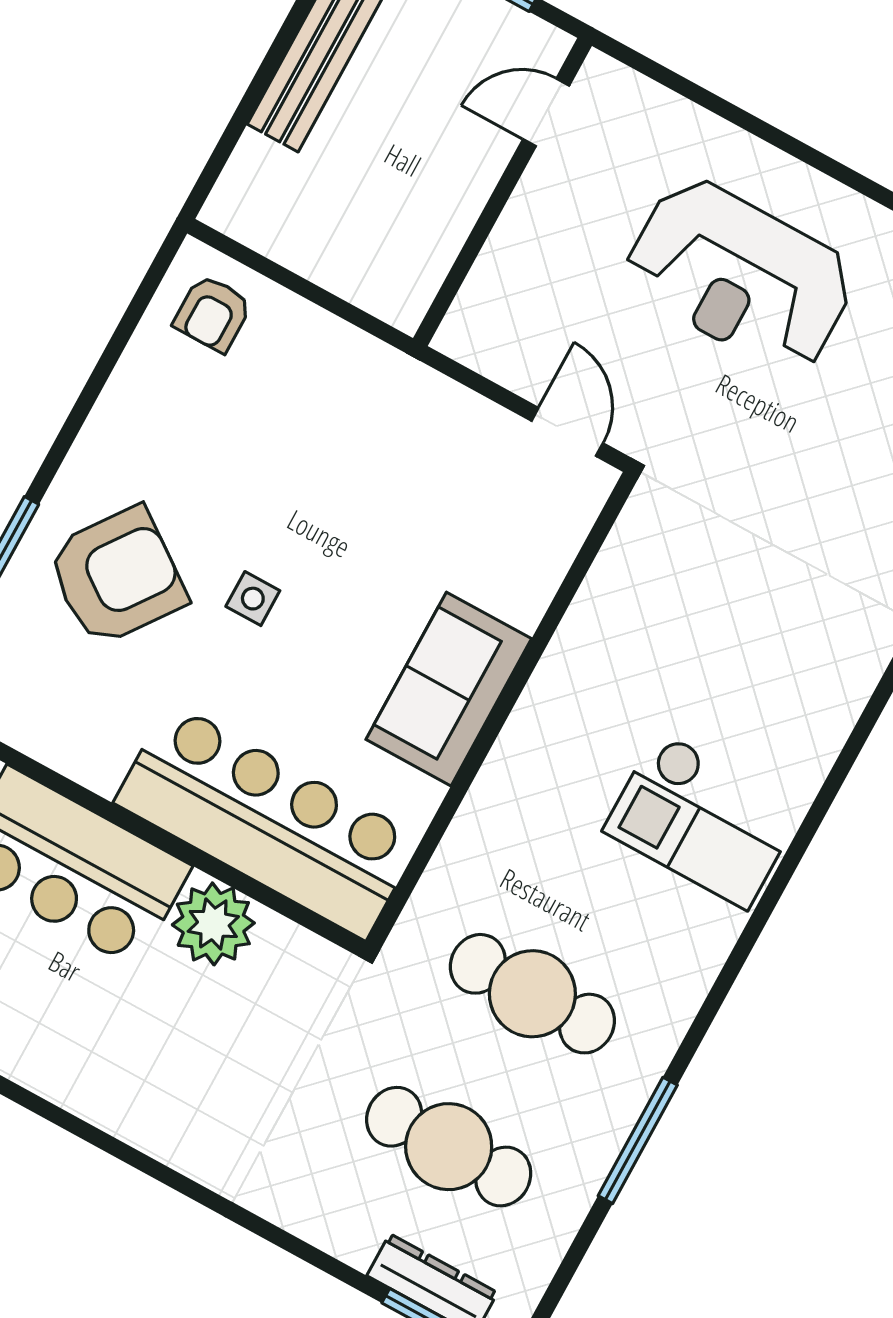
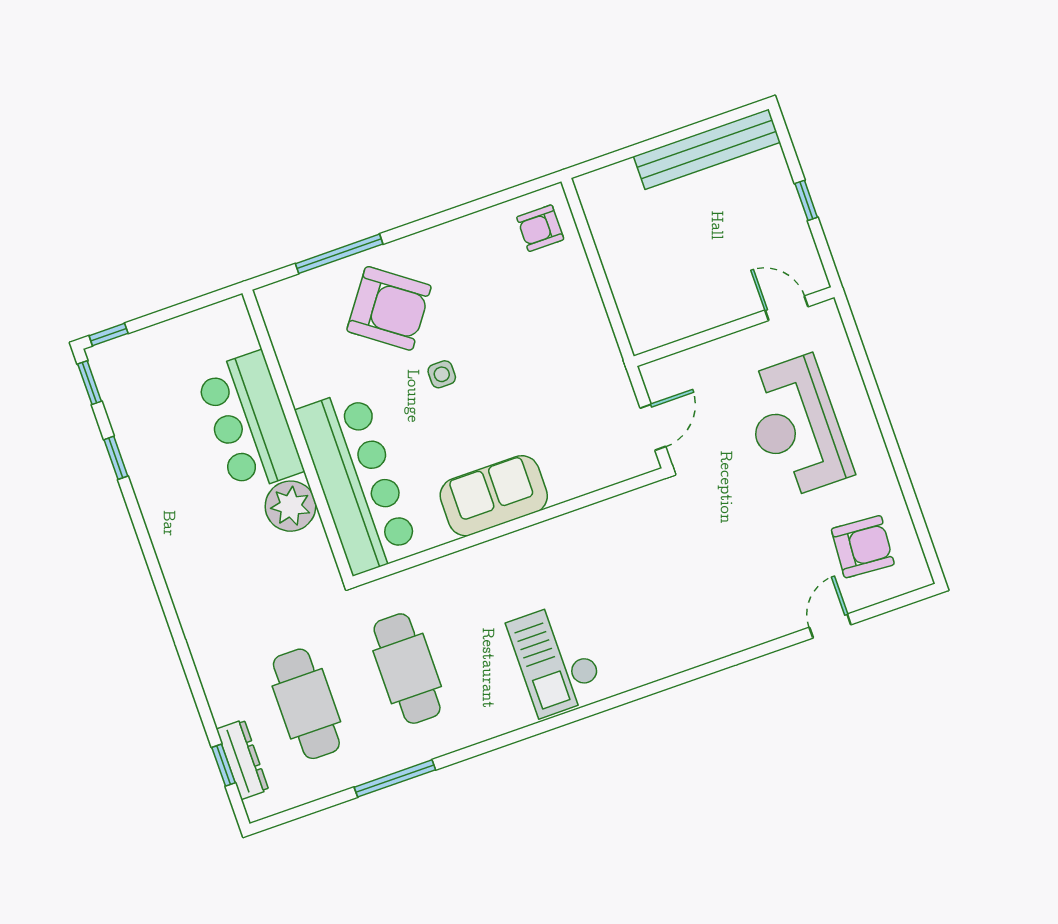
door: (546, 112) -> (787, 308), moved
wall: (502, 192) -> (734, 327), moved

